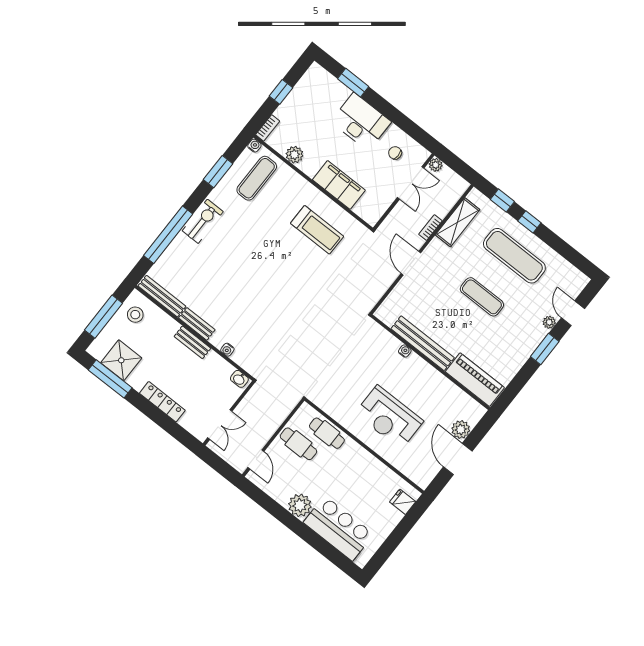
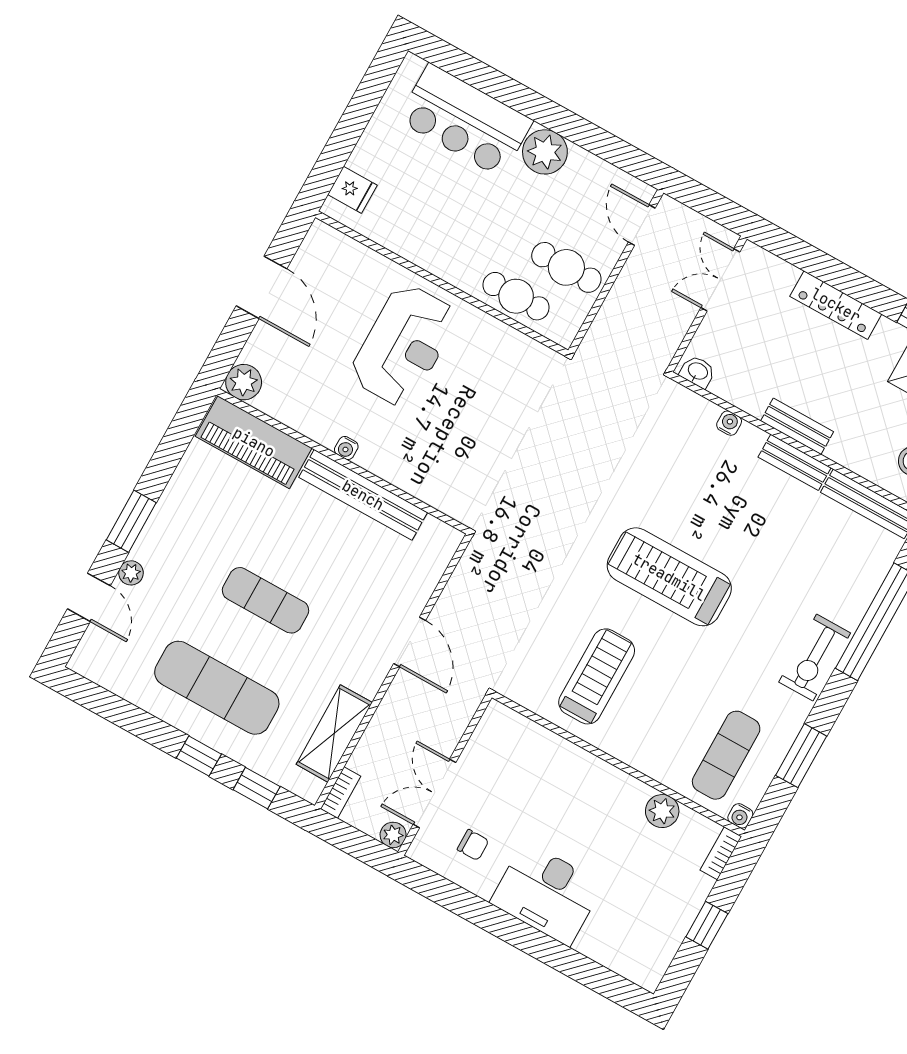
window: (353, 83) -> (574, 965), removed
filing cabinet: (339, 185) -> (569, 768), removed
bookcase: (430, 228) -> (341, 793), moved
treadmill: (317, 230) -> (597, 676), turned 90
treadmill: (271, 275) -> (669, 577), added
water cooler: (405, 351) -> (346, 448), moved
reception desk: (389, 417) -> (404, 345), turned 90
plant: (461, 430) -> (244, 382), moved

